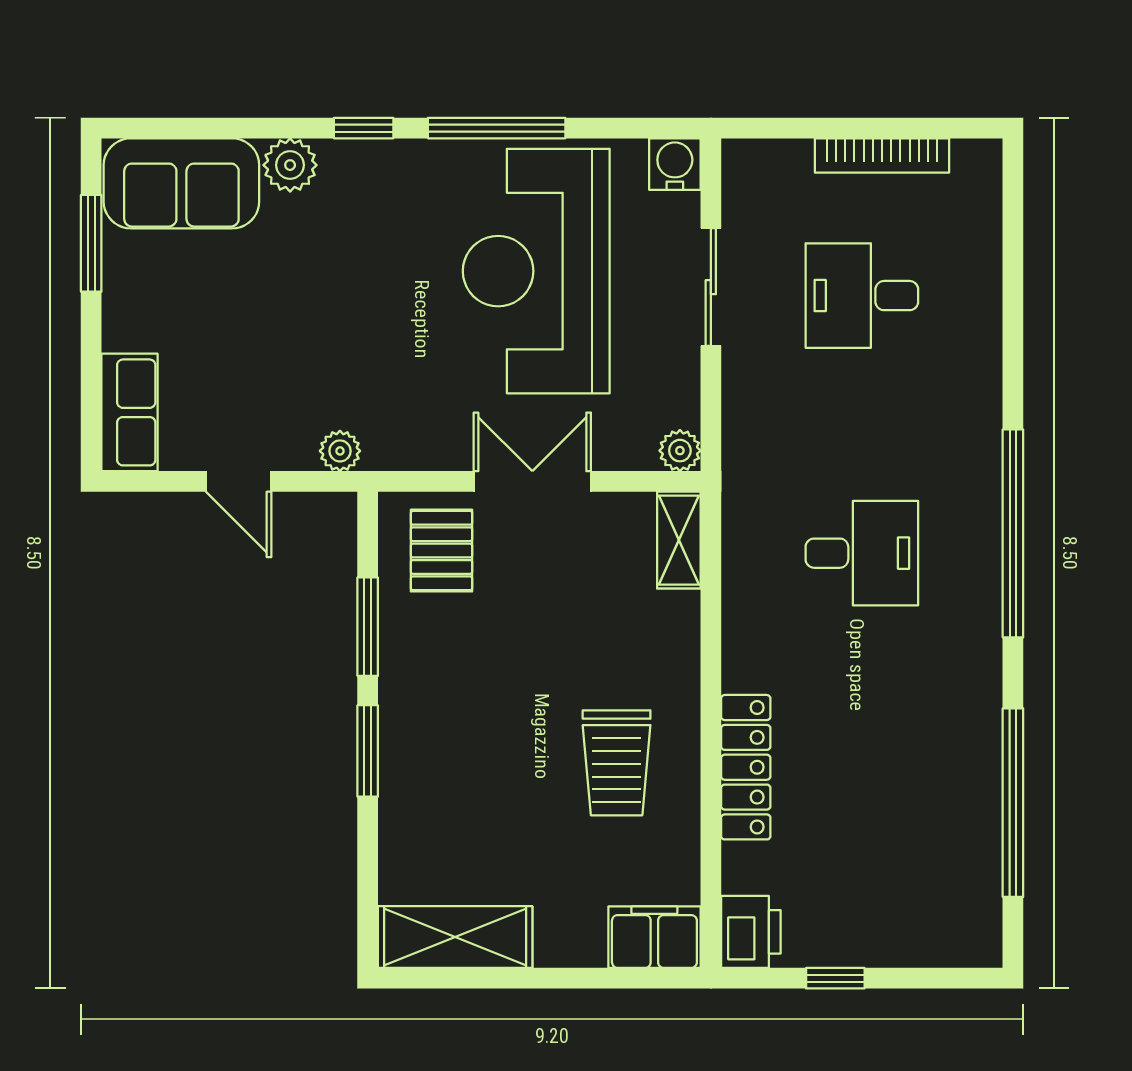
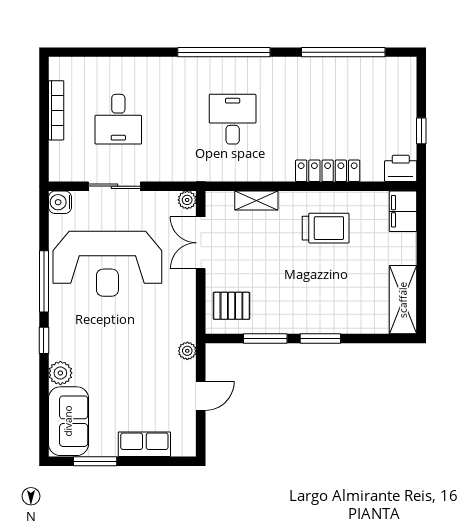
row of seats: (130, 412) -> (144, 444), moved
double door: (532, 481) -> (201, 243), moved
shelving: (679, 540) -> (256, 200), moved

